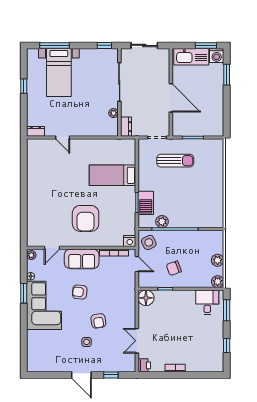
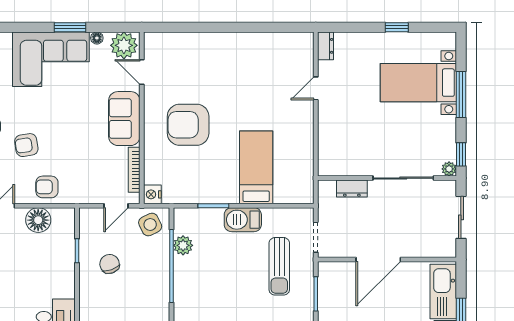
window: (55, 45) -> (461, 94), moved
plant: (114, 113) -> (449, 169), moved
dresser: (126, 127) -> (352, 188), moved
barbecue: (146, 203) -> (243, 220), moved
plant: (31, 255) -> (124, 45), width x1.88, depth x1.88
armchair: (80, 292) -> (47, 187), moved, turned -96
floor lamp: (146, 298) -> (38, 220), moved

